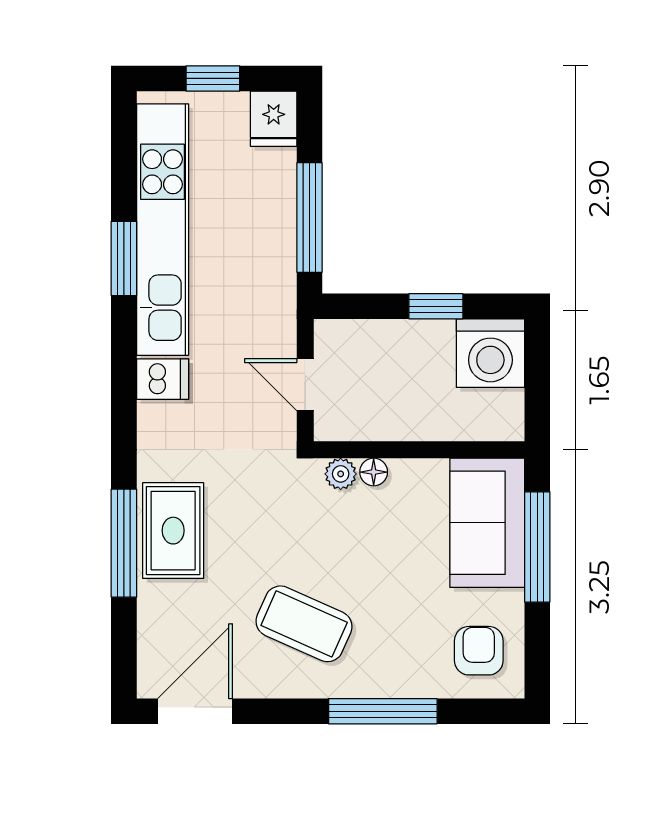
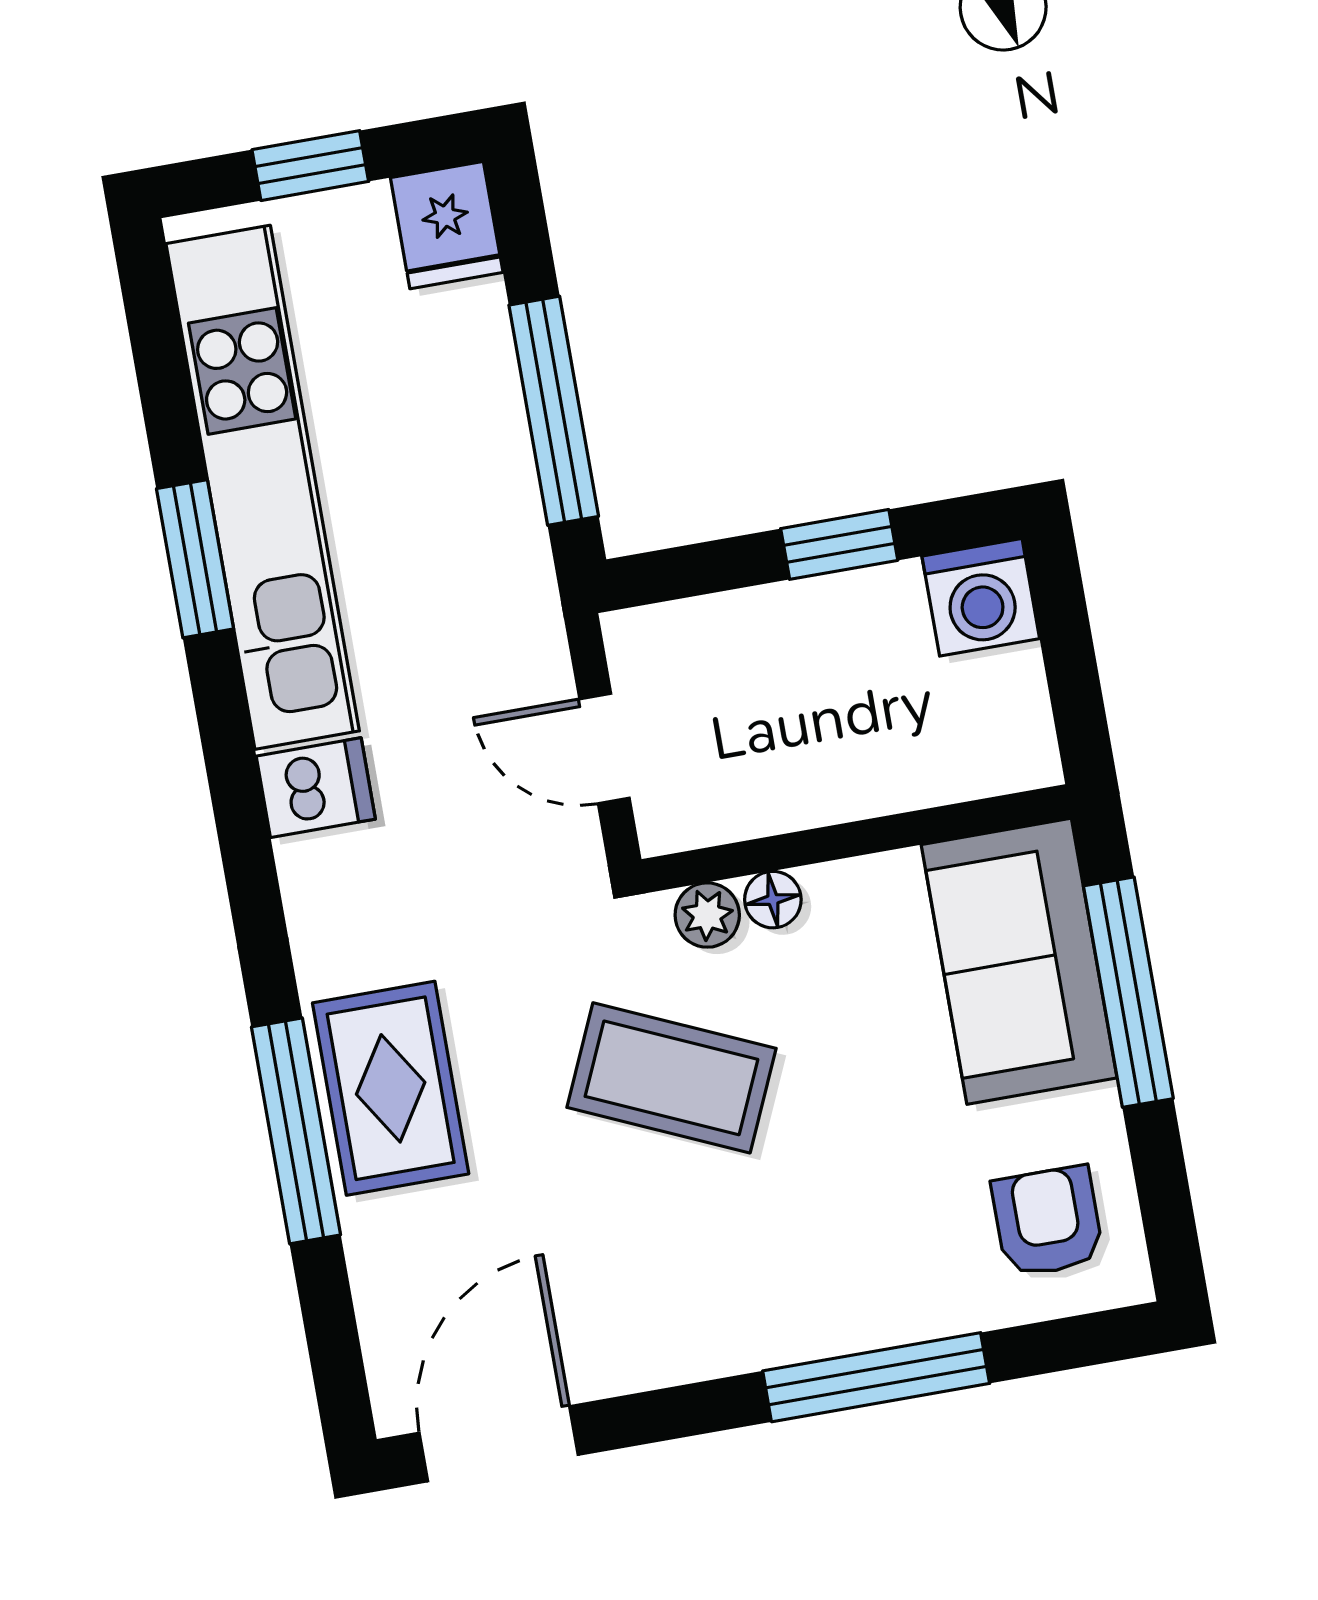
washing machine: (490, 353) -> (981, 597), width x0.73, depth x0.73
coffee table: (304, 624) -> (671, 1078), moved

